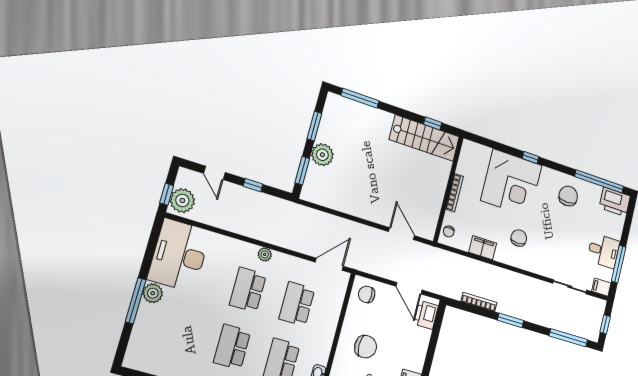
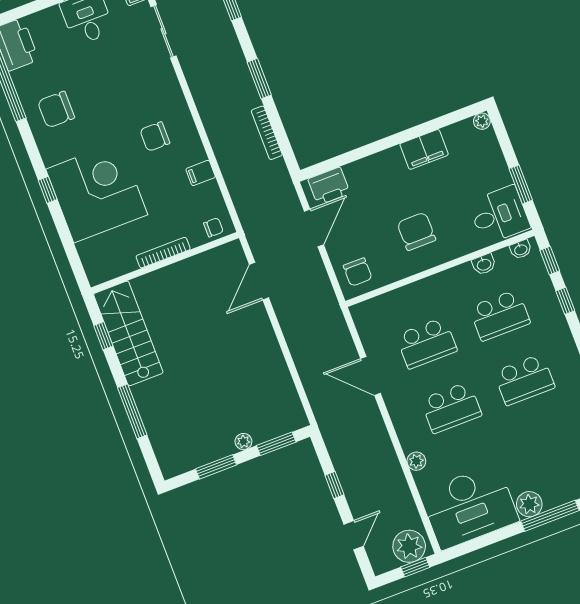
window: (360, 98) -> (132, 411), moved
plant: (322, 155) -> (243, 442), width x0.53, depth x0.53
filing cabinet: (483, 248) -> (201, 173), width x0.50
plant: (265, 254) -> (416, 461), moved
door: (329, 264) -> (370, 376), moved

